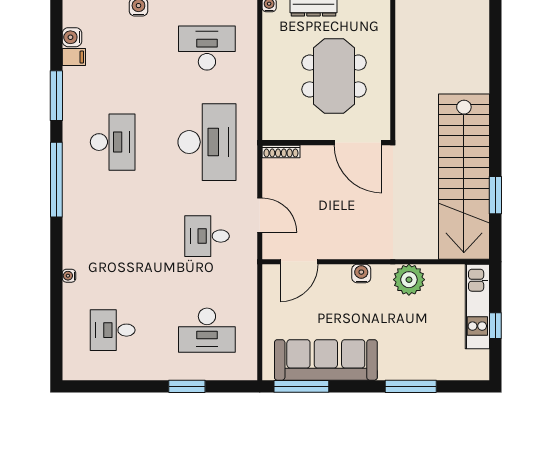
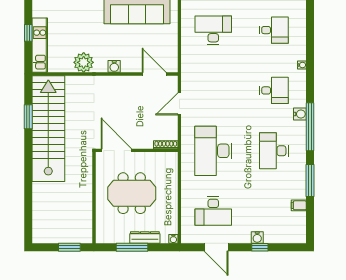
water cooler: (72, 37) -> (300, 114), moved
meeting table: (334, 76) -> (132, 193), turned 90
door: (260, 215) -> (179, 104), hinge flipped
desk: (207, 236) -> (274, 90), moved
door: (299, 262) -> (154, 74), hinge flipped

